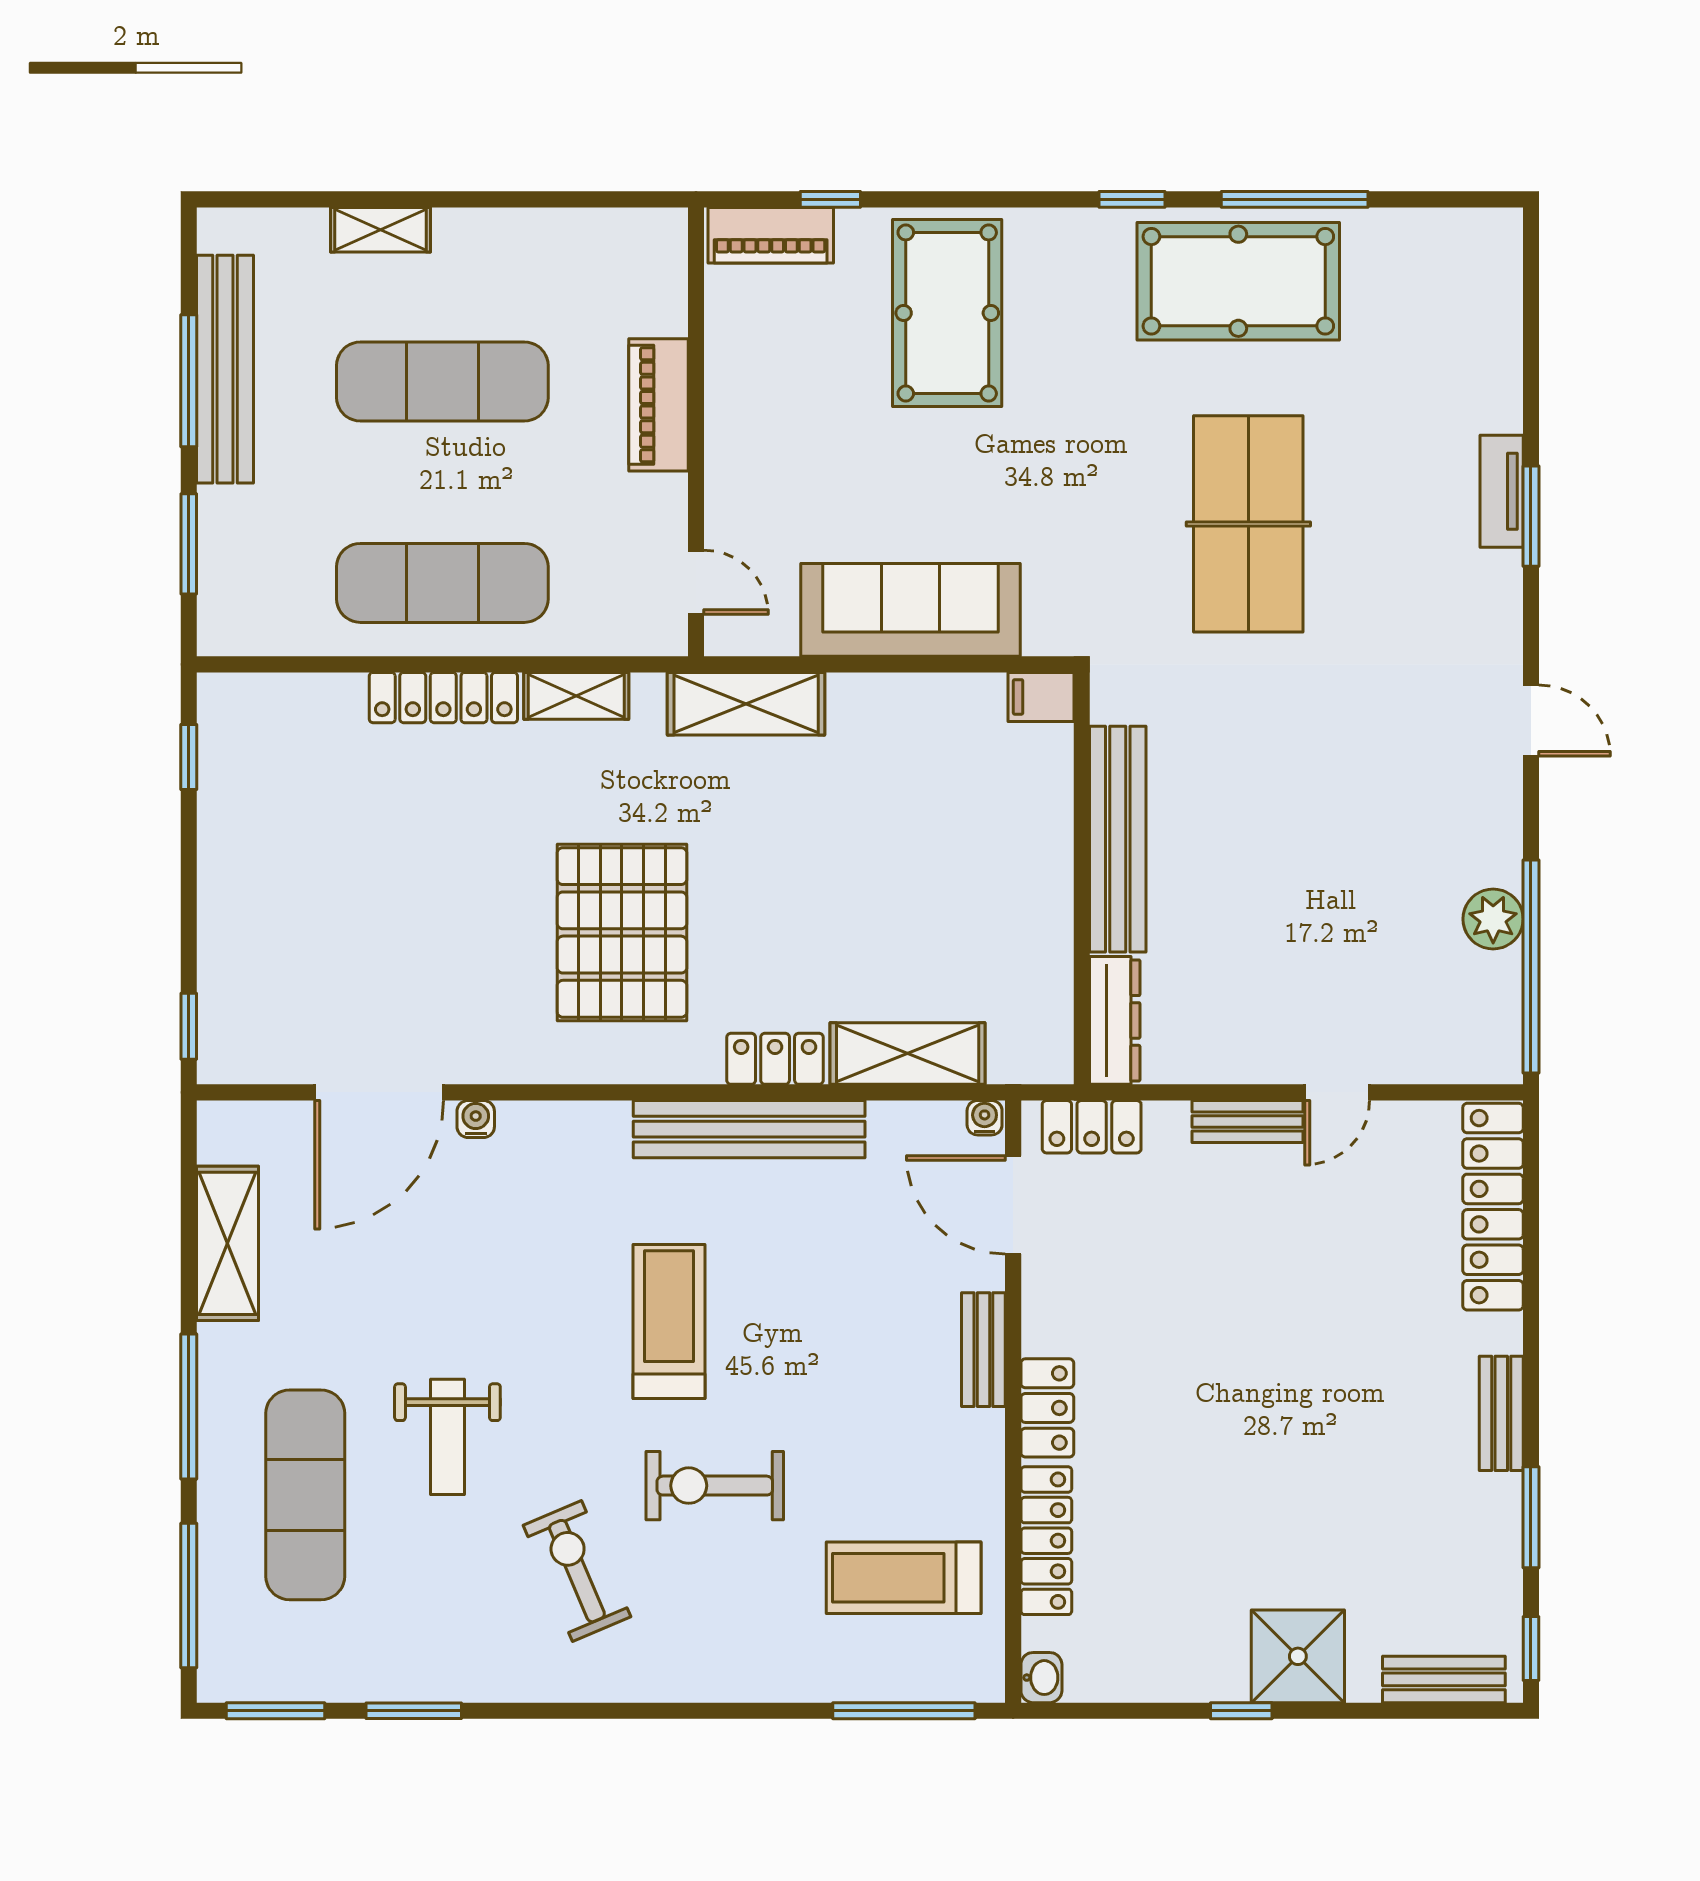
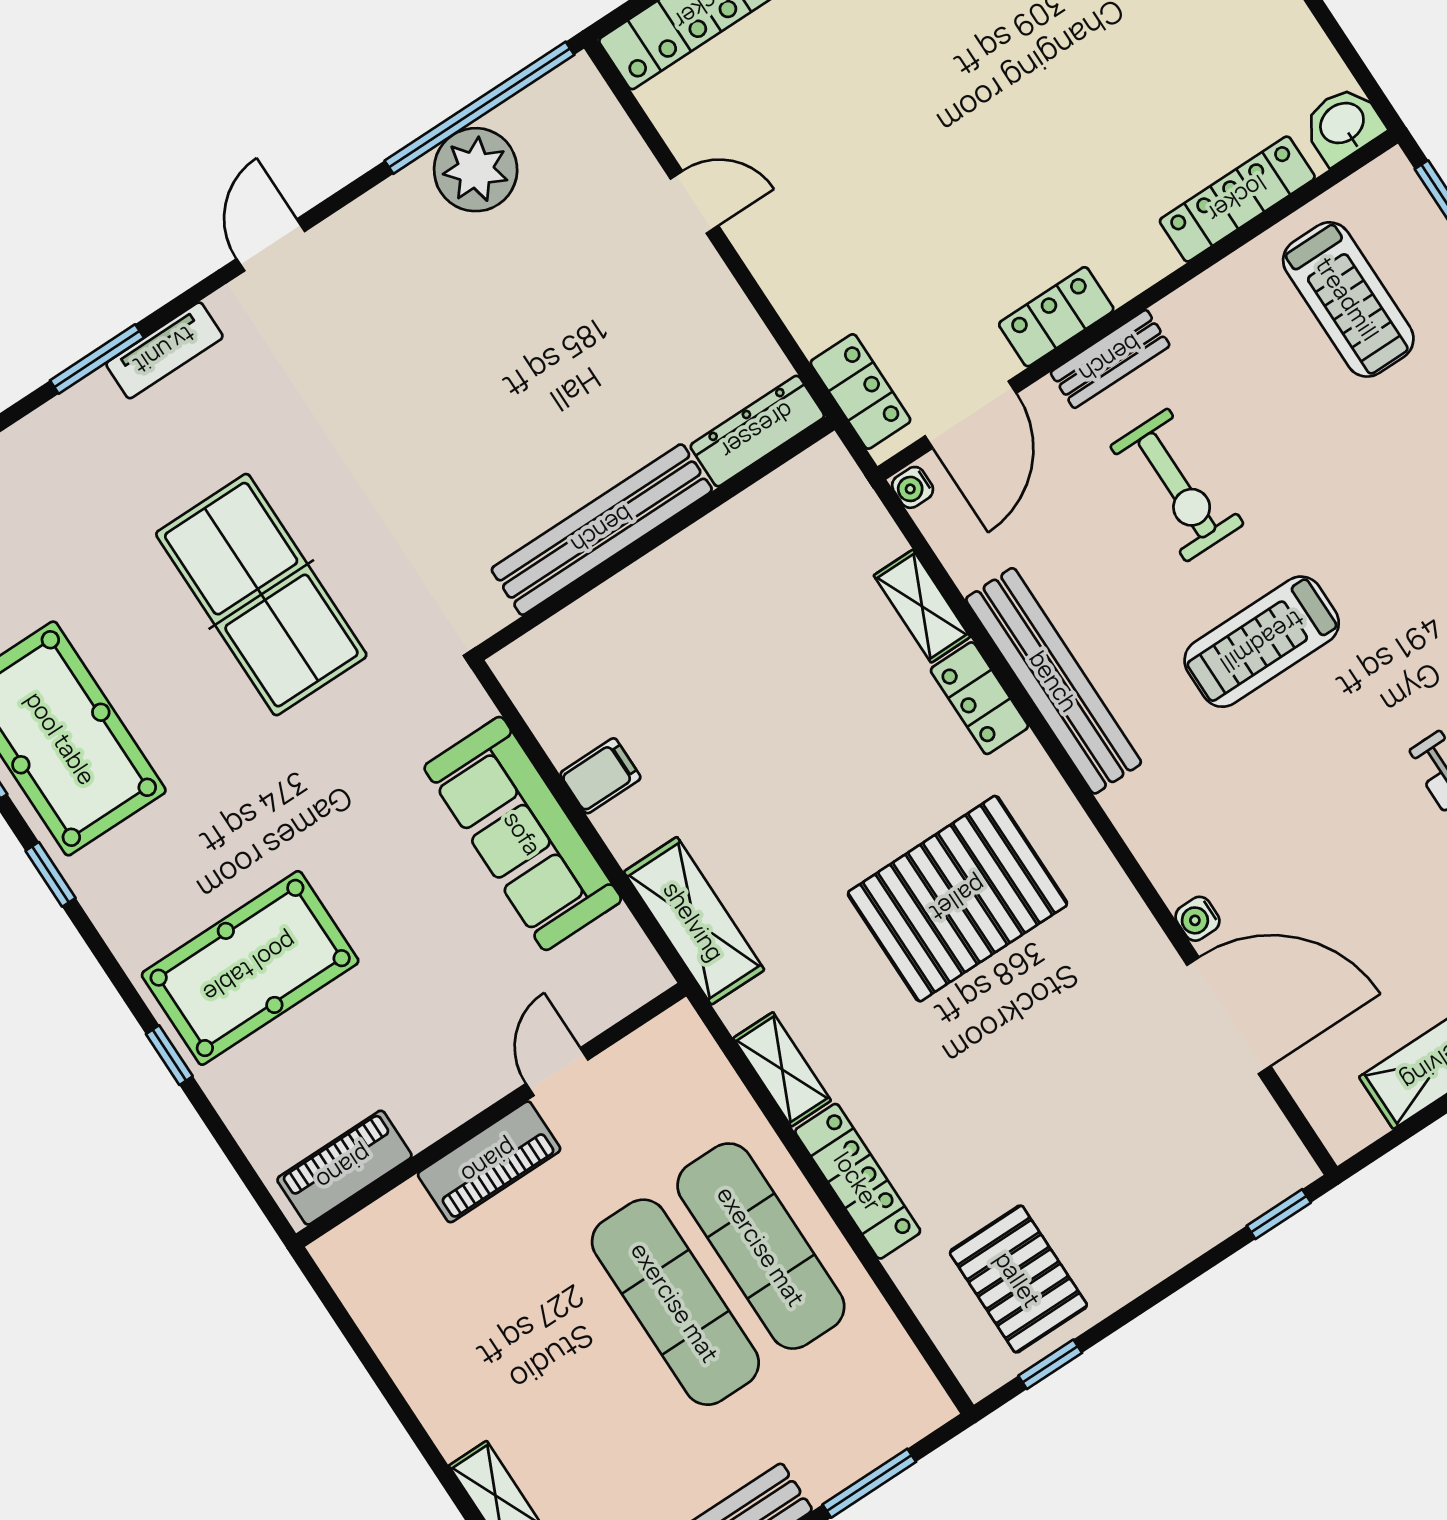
window: (830, 199) -> (169, 1055), moved
piano: (771, 235) -> (344, 1168), moved, turned -90
exercise mat: (442, 382) -> (675, 1302), moved
tv unit: (1502, 491) -> (164, 350), moved
table tennis table: (1248, 524) -> (261, 595), turned 90
door: (696, 582) -> (557, 1072), moved
filing cabinet: (1041, 697) -> (600, 776), moved, turned -90
pallet: (276, 777) -> (1018, 1279), added
plant: (1493, 919) -> (476, 170), width x1.36, depth x1.36
shelving: (908, 1054) -> (922, 606), width x0.67, depth x0.75
bench: (1247, 1121) -> (769, 262), removed
locker: (1047, 1408) -> (1056, 317), moved
exercise bike: (715, 1486) -> (1177, 485), moved
washbasin: (1041, 1678) -> (1343, 125), width x1.38, depth x1.45

